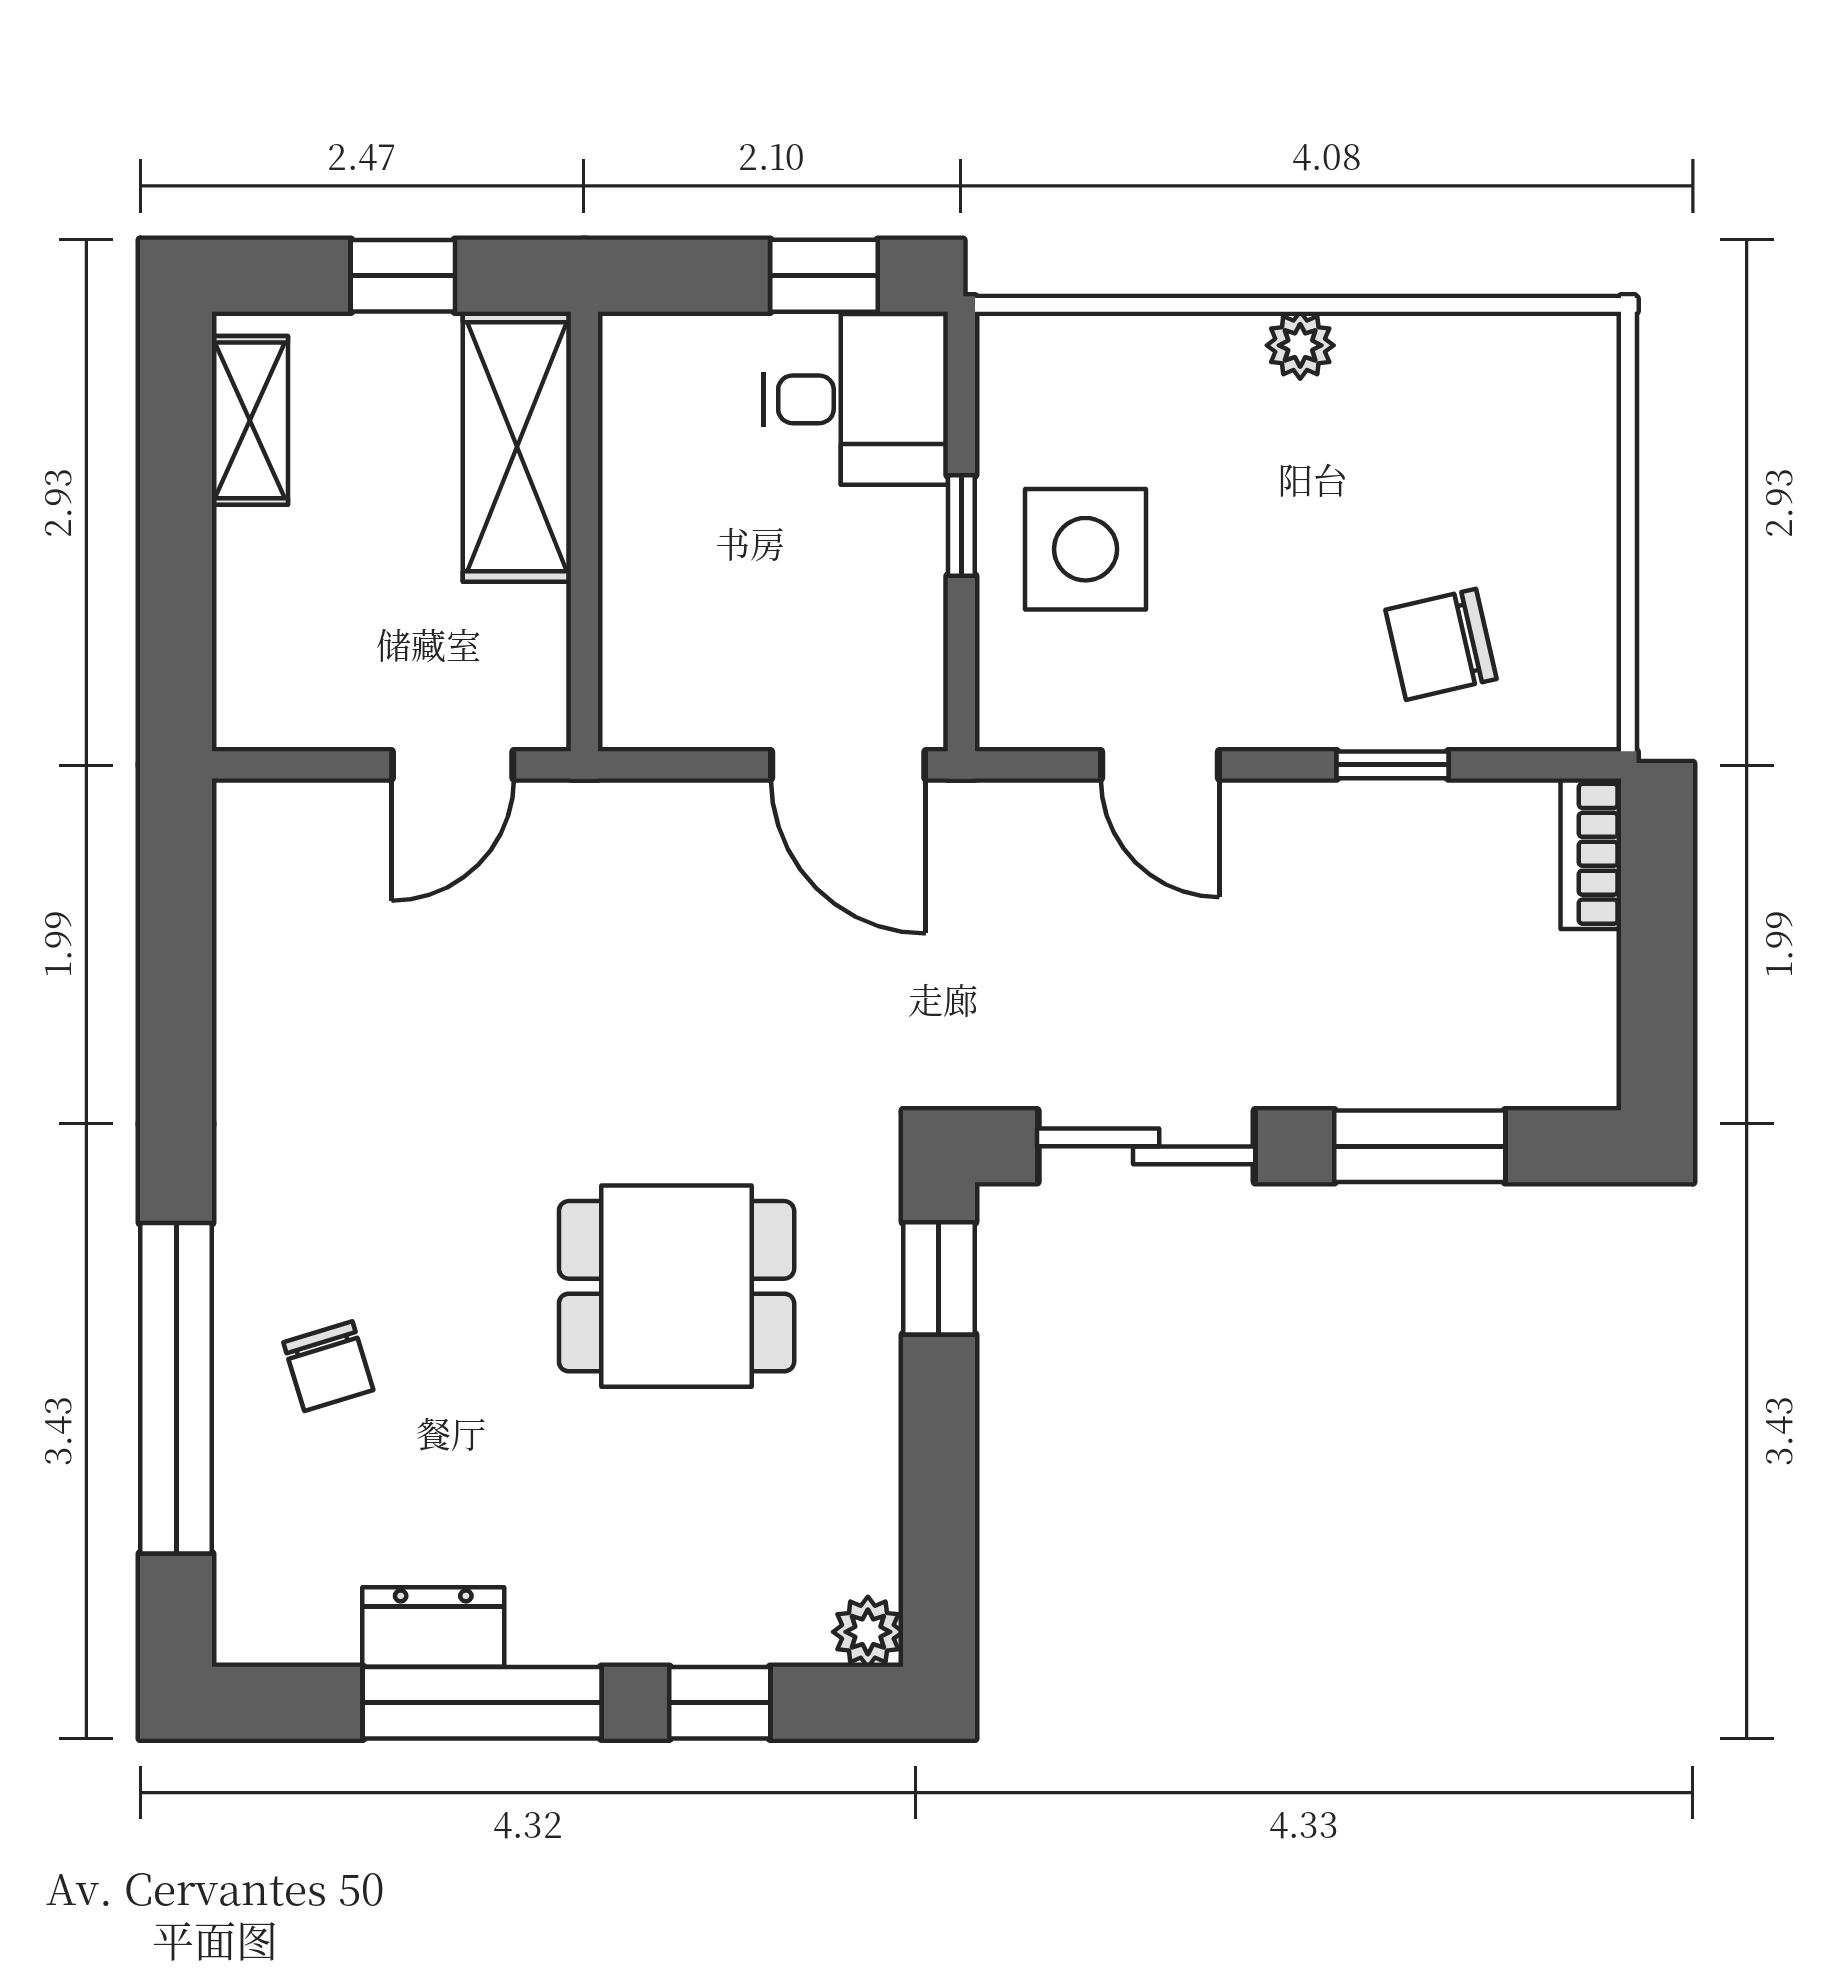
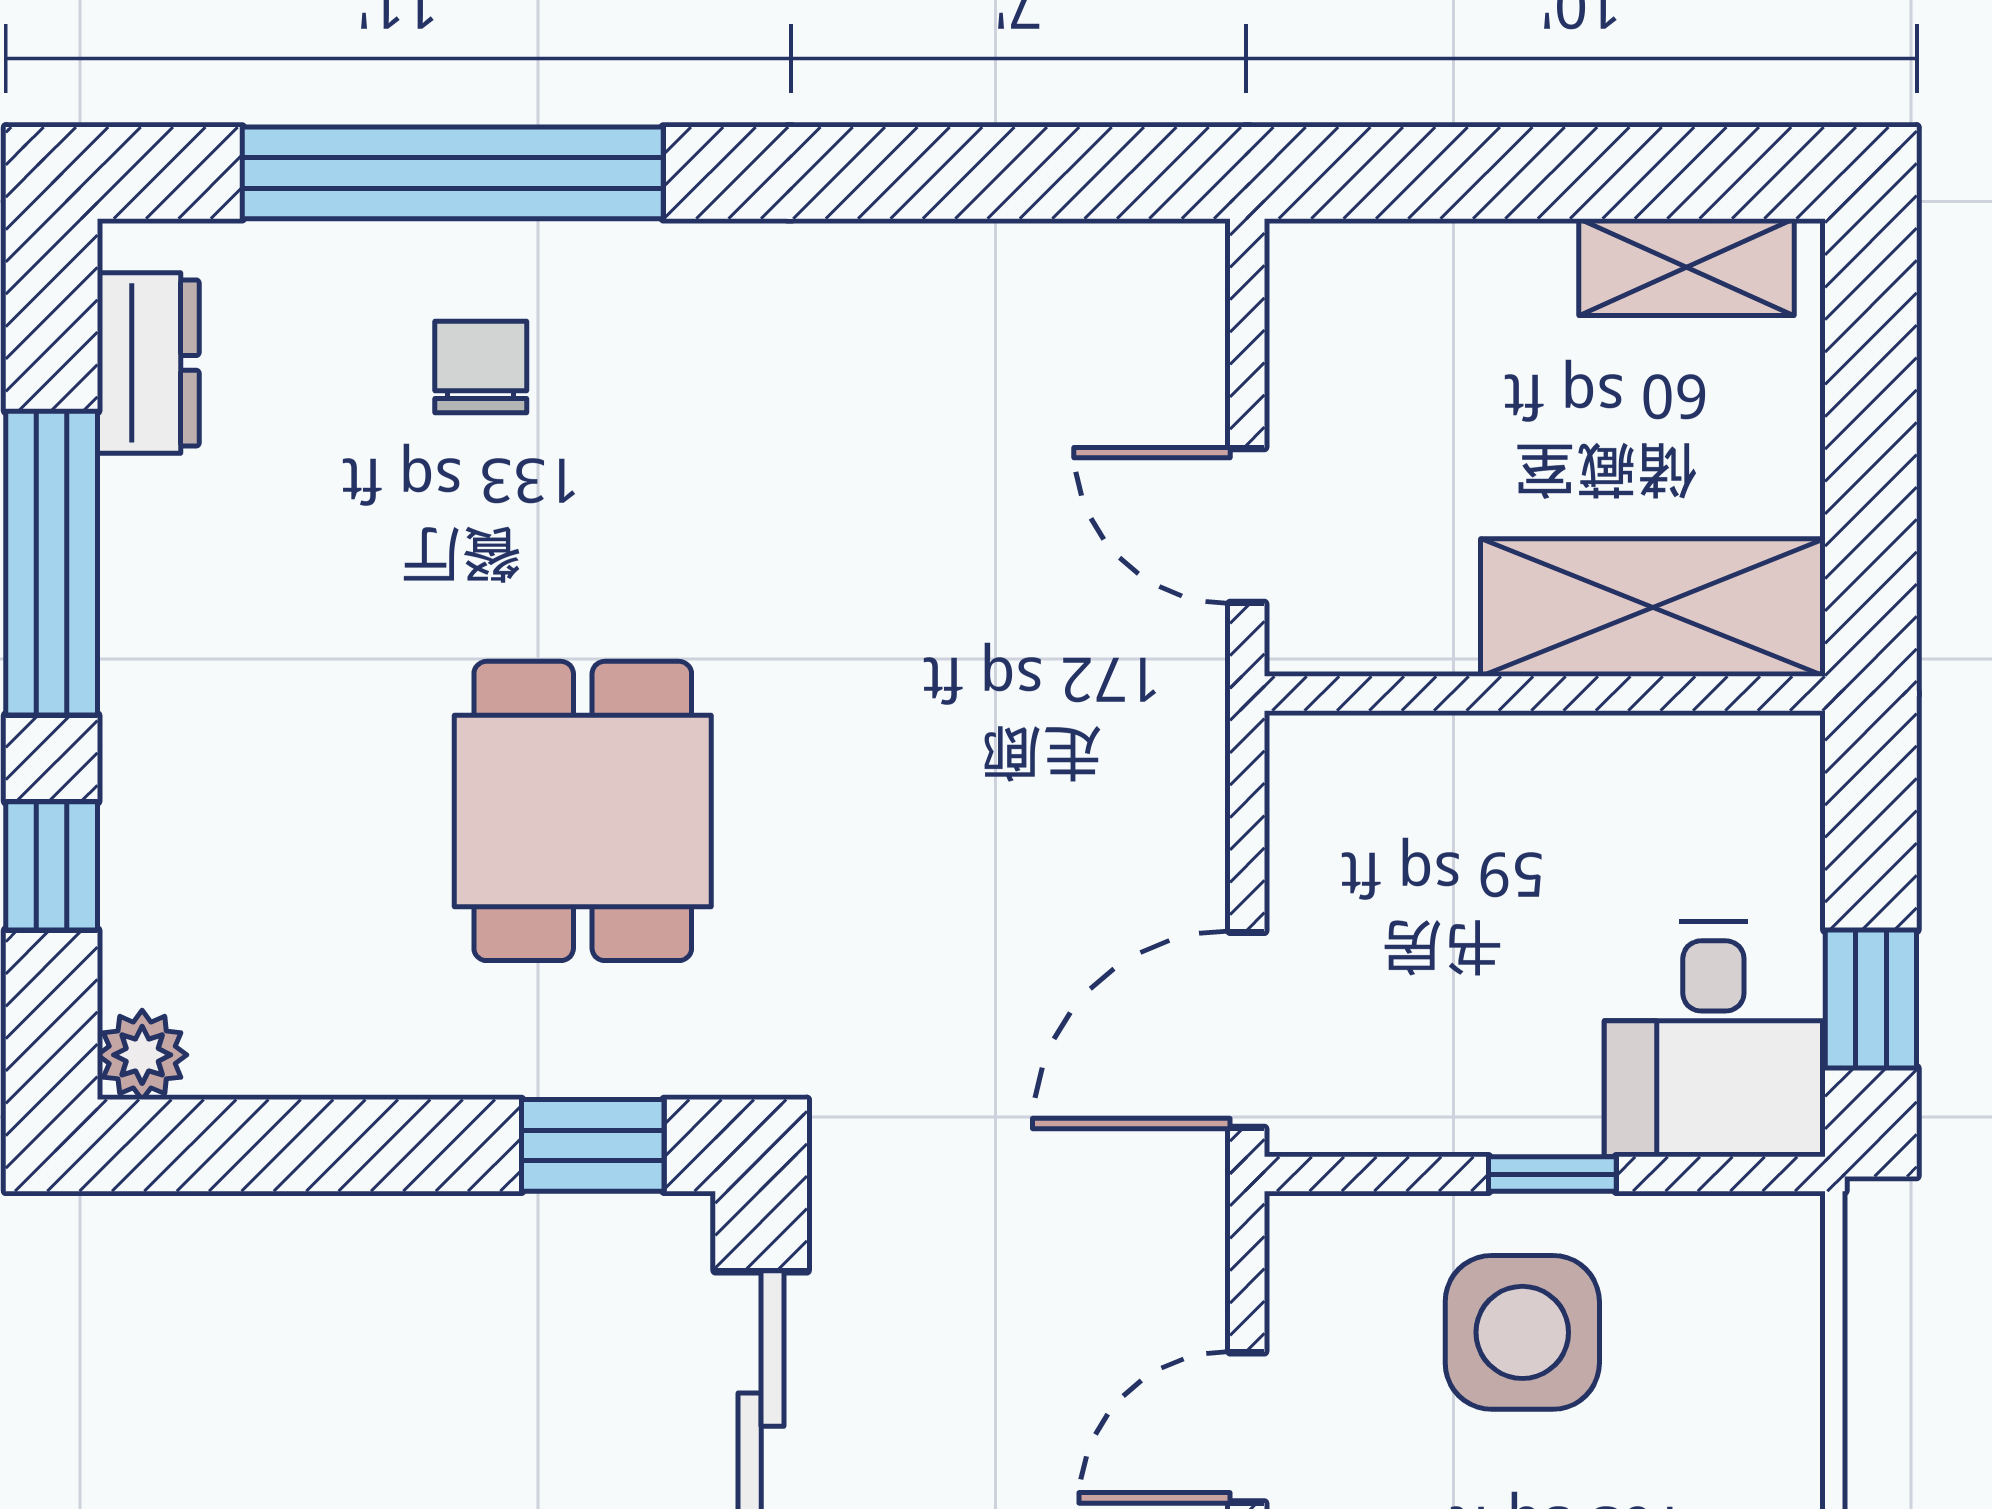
window: (403, 276) -> (1871, 462), removed
chair: (328, 1366) -> (481, 367), turned 107
dresser: (433, 1627) -> (148, 363), moved

